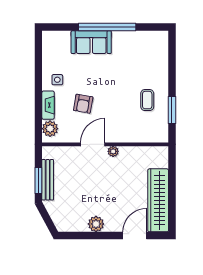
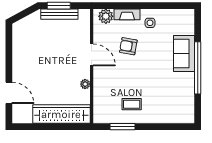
plant: (113, 151) -> (85, 84), moved
wardrobe: (158, 200) -> (61, 114), moved
plant: (96, 224) -> (19, 58), removed

